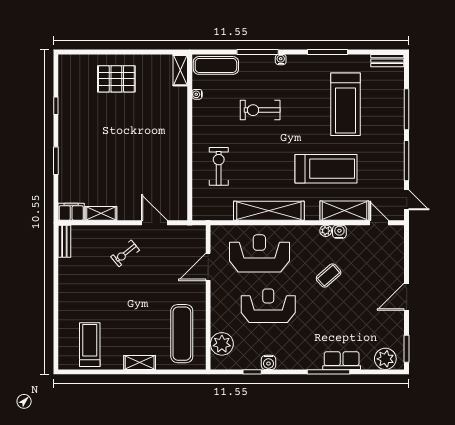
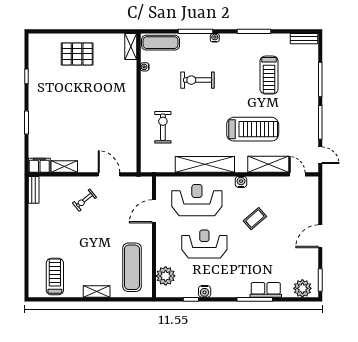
treadmill: (345, 104) -> (269, 75), width x0.73, depth x0.73
plant: (326, 231) -> (253, 181), removed
water cooler: (339, 232) -> (241, 182), moved

